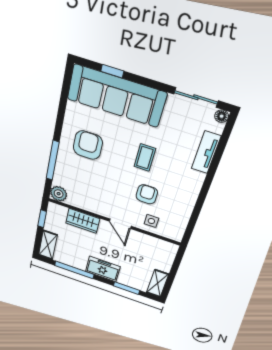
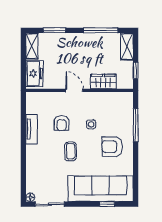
armchair: (88, 145) -> (112, 147), turned 90
tv unit: (206, 152) -> (32, 129), moved
plant: (59, 194) -> (126, 99), removed
side table: (151, 221) -> (91, 124), moved
freezer: (103, 269) -> (34, 73), moved, turned -90

